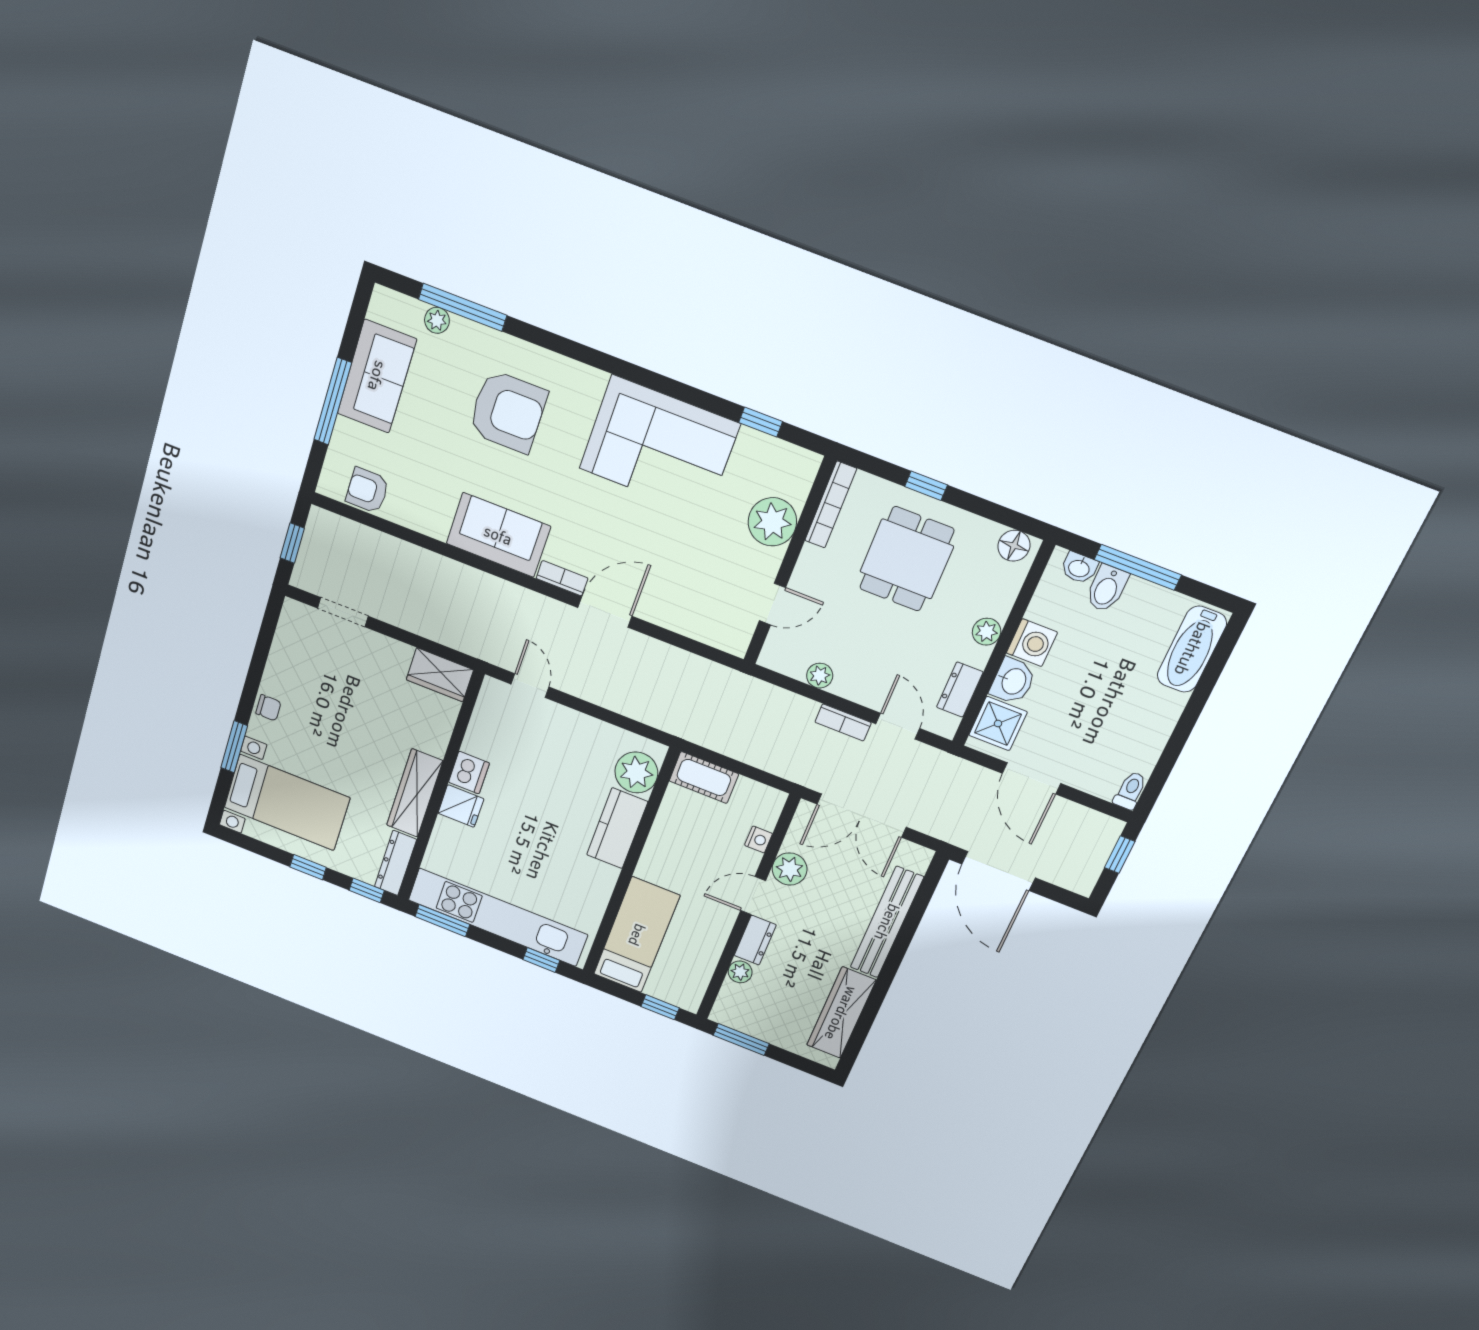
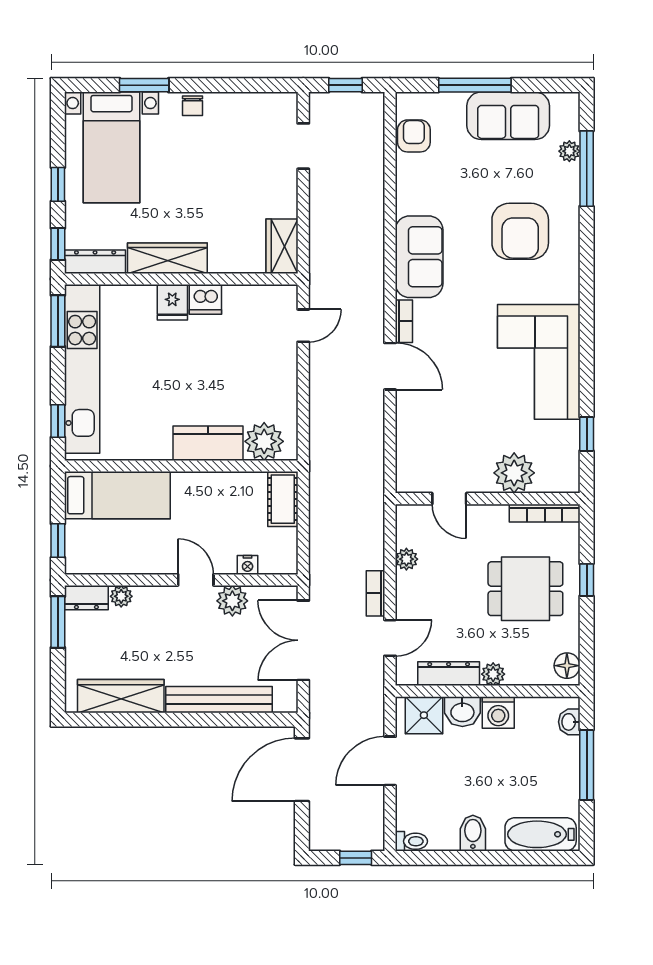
bidet: (1107, 588) -> (473, 833), moved, turned 90
dresser: (960, 690) -> (449, 674), width x1.44
dresser: (755, 940) -> (86, 598), moved

